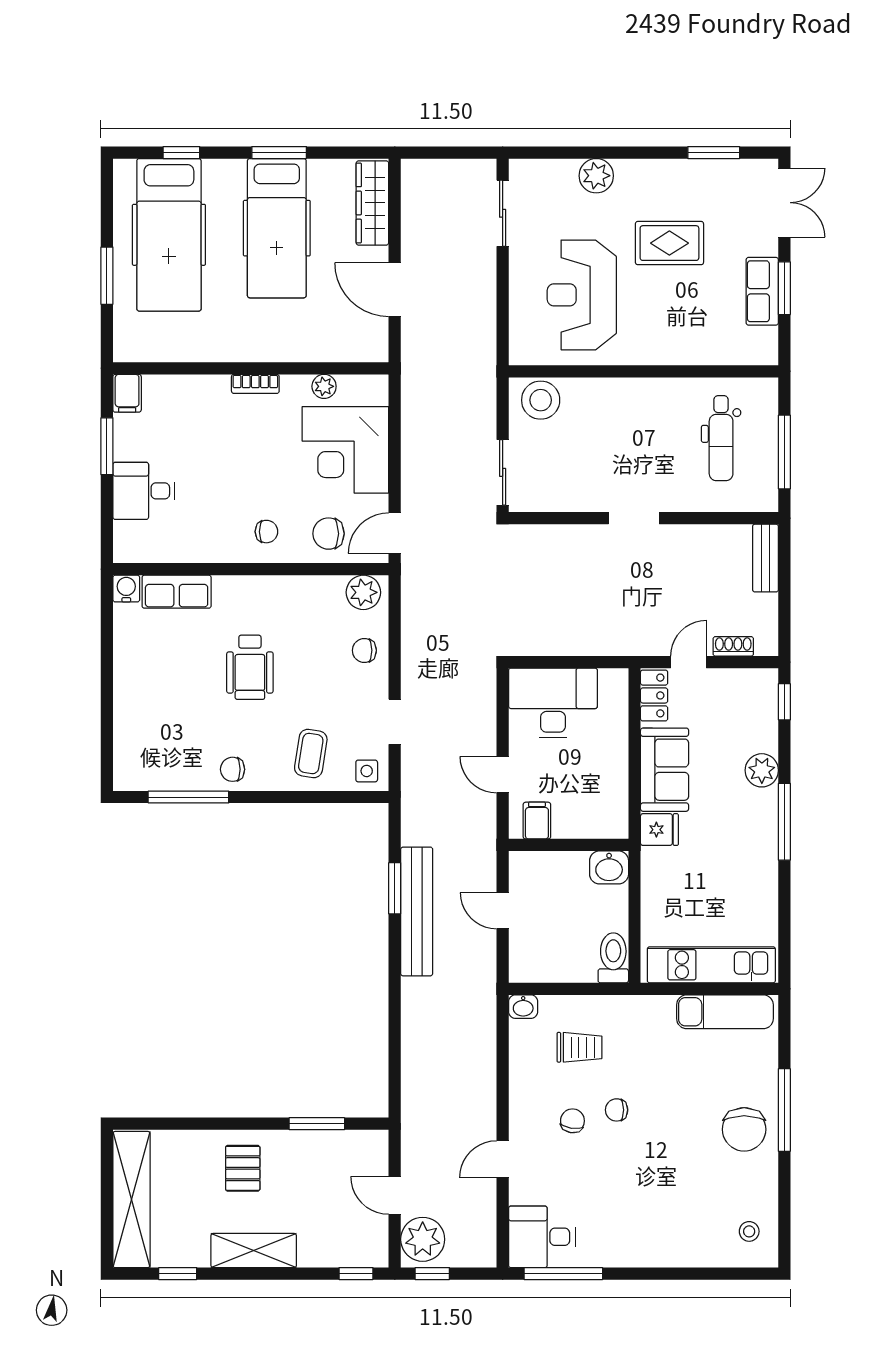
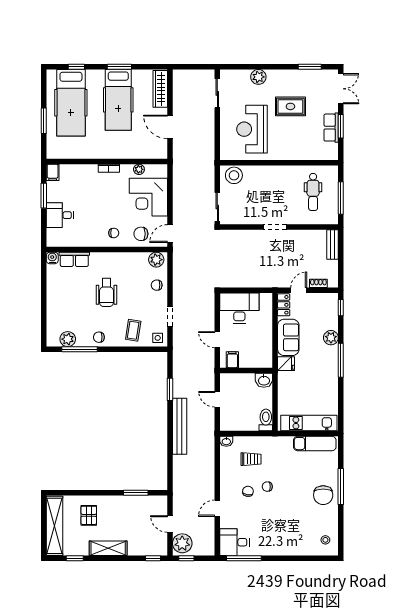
plant: (162, 774) -> (68, 339), added
bench: (417, 911) -> (180, 426), moved
pallet: (243, 1168) -> (89, 515), moved

